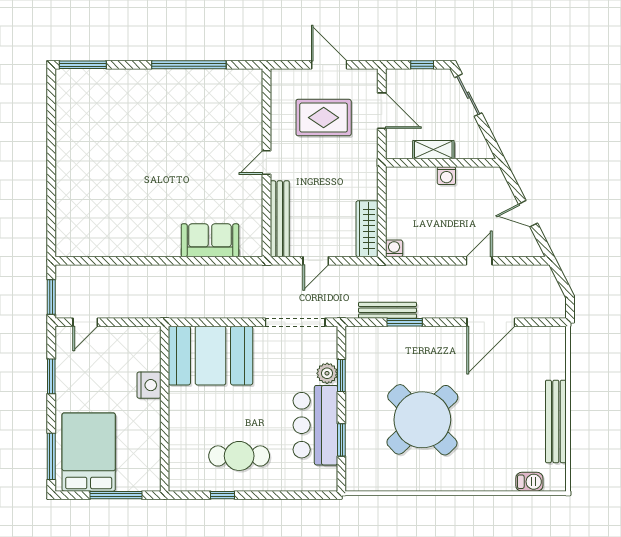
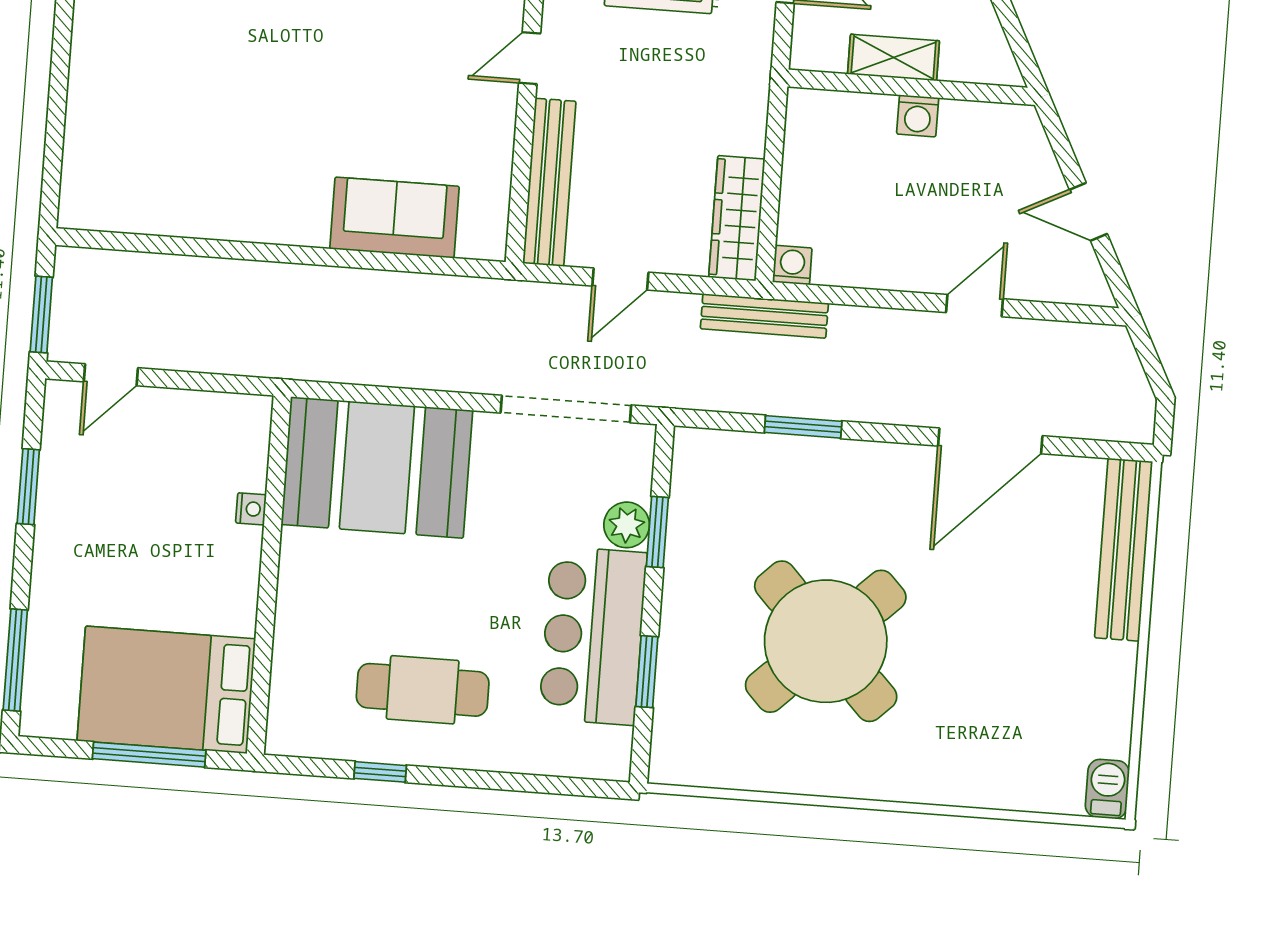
bench: (388, 310) -> (764, 316), moved
nightstand: (149, 385) -> (251, 509), width x0.53, depth x0.56
bench: (556, 421) -> (1124, 550), moved
bed: (89, 452) -> (166, 690), moved, turned -90
barbecue: (529, 482) -> (1107, 789), moved, turned -90

